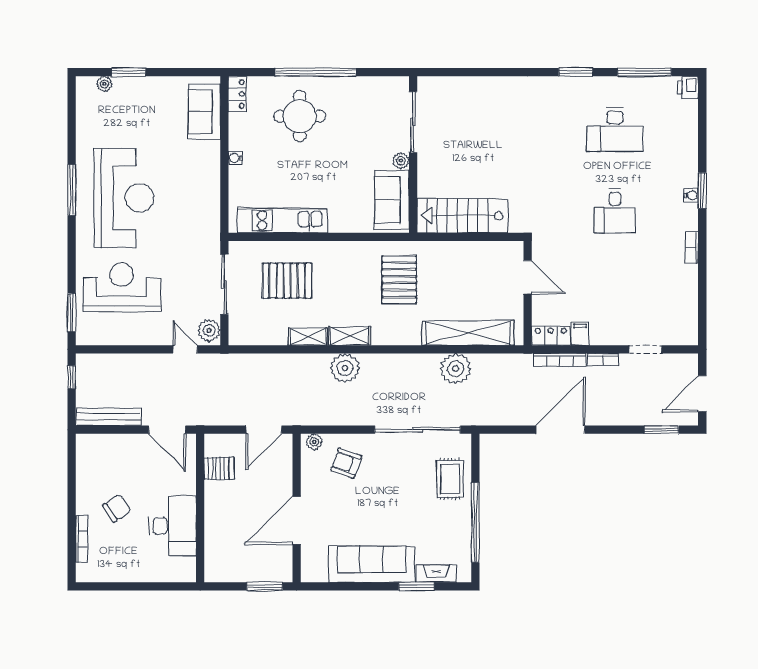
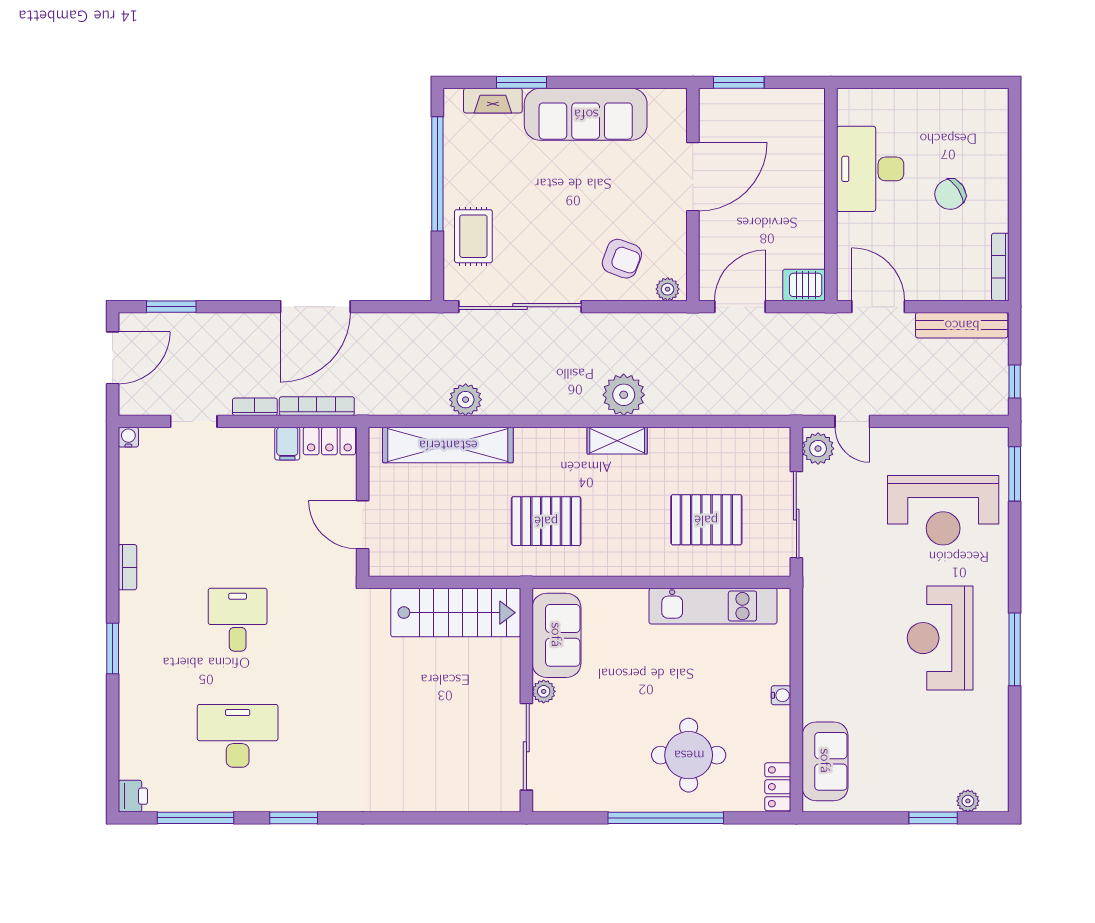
water cooler: (691, 195) -> (128, 437), moved, turned 90
reception desk: (124, 198) -> (940, 638), width x0.74, depth x0.77
pallet: (399, 280) -> (546, 521), turned 90
shelving: (308, 337) -> (677, 440), removed
plant: (456, 369) -> (466, 400), width x0.73, depth x0.73
server rack: (219, 468) -> (804, 285), moved
bookcase: (82, 539) -> (1000, 267), moved

